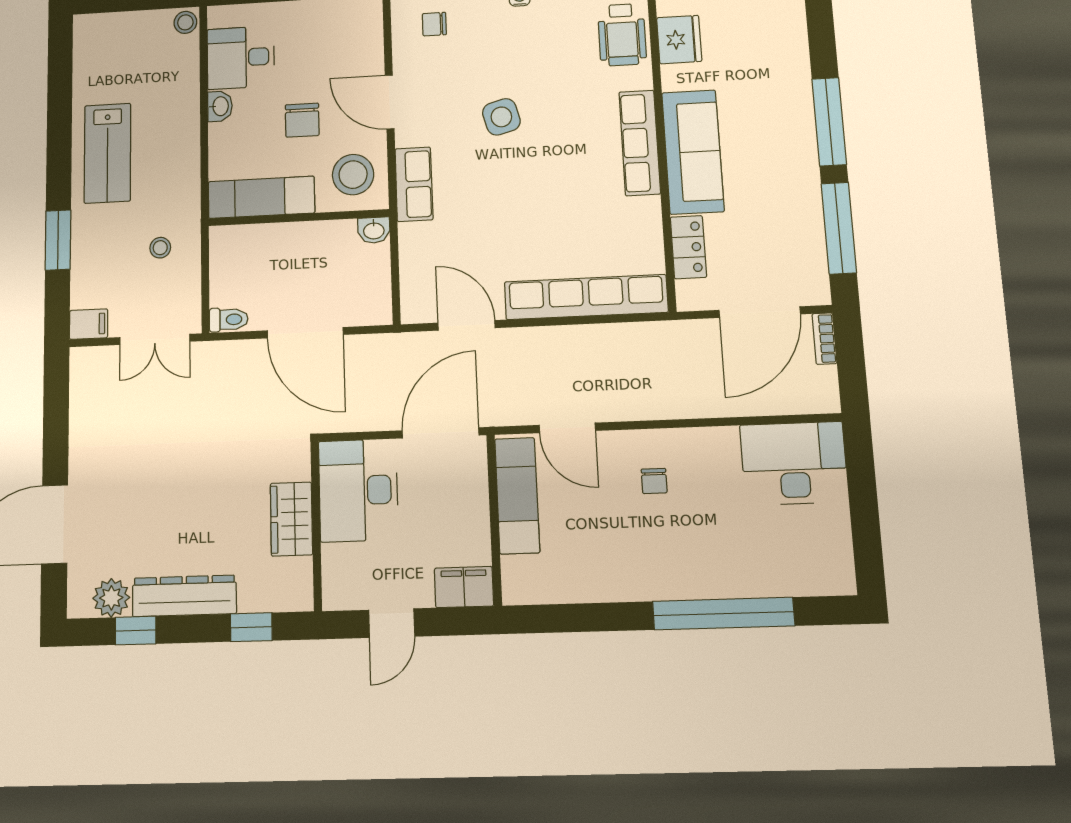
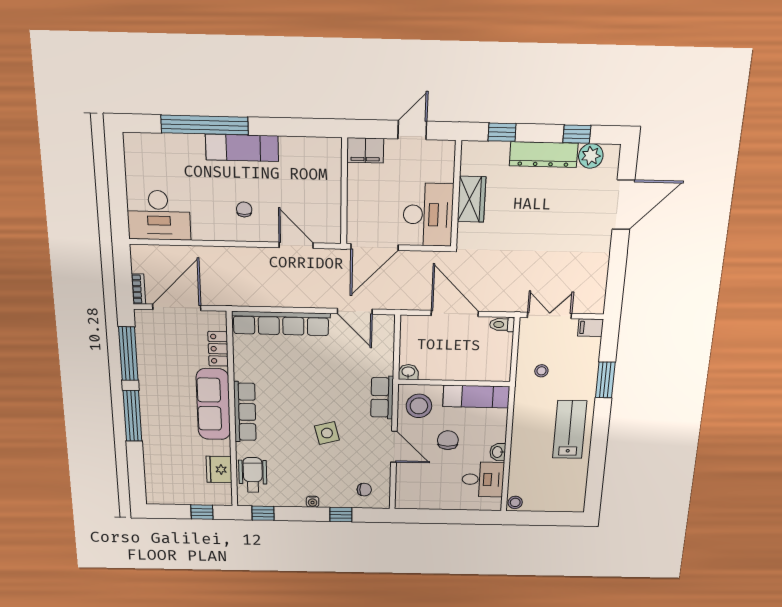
exam couch: (517, 496) -> (242, 148), moved, turned -90

